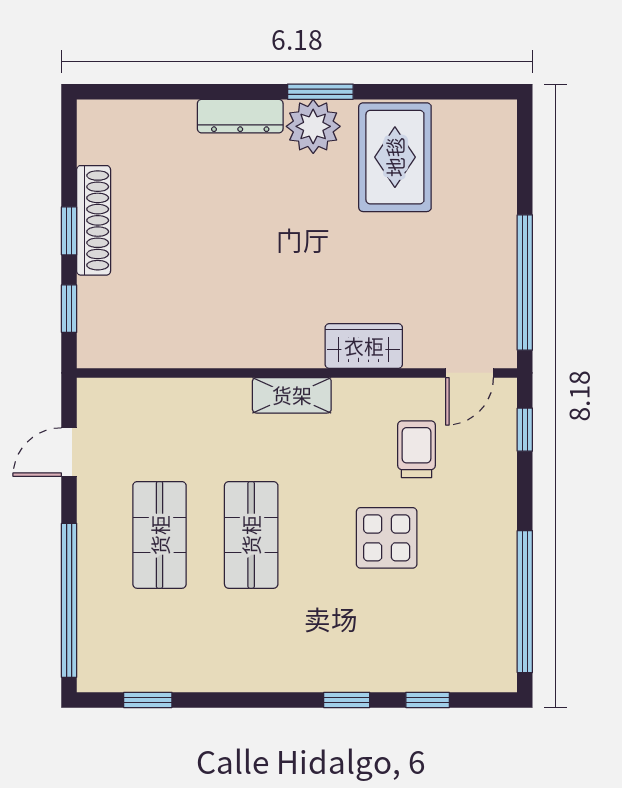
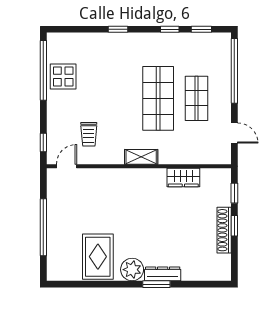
window: (320, 92) -> (156, 284), moved
window: (525, 283) -> (43, 227), moved
wardrobe: (364, 346) -> (183, 178), moved
door: (69, 452) -> (234, 133), hinge flipped
shop shelf: (251, 535) -> (158, 98), width x1.43, depth x1.36
display table: (387, 538) -> (63, 76), moved
window: (428, 700) -> (170, 29), moved

